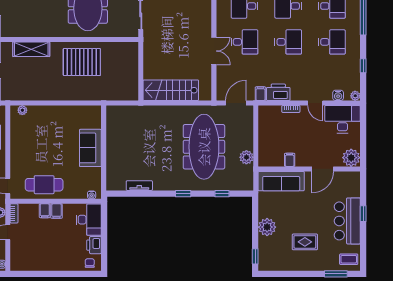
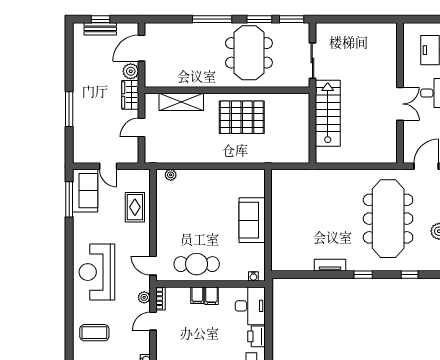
stairs: (171, 90) -> (328, 113), moved, turned 90
tv unit: (139, 186) -> (330, 265), moved

